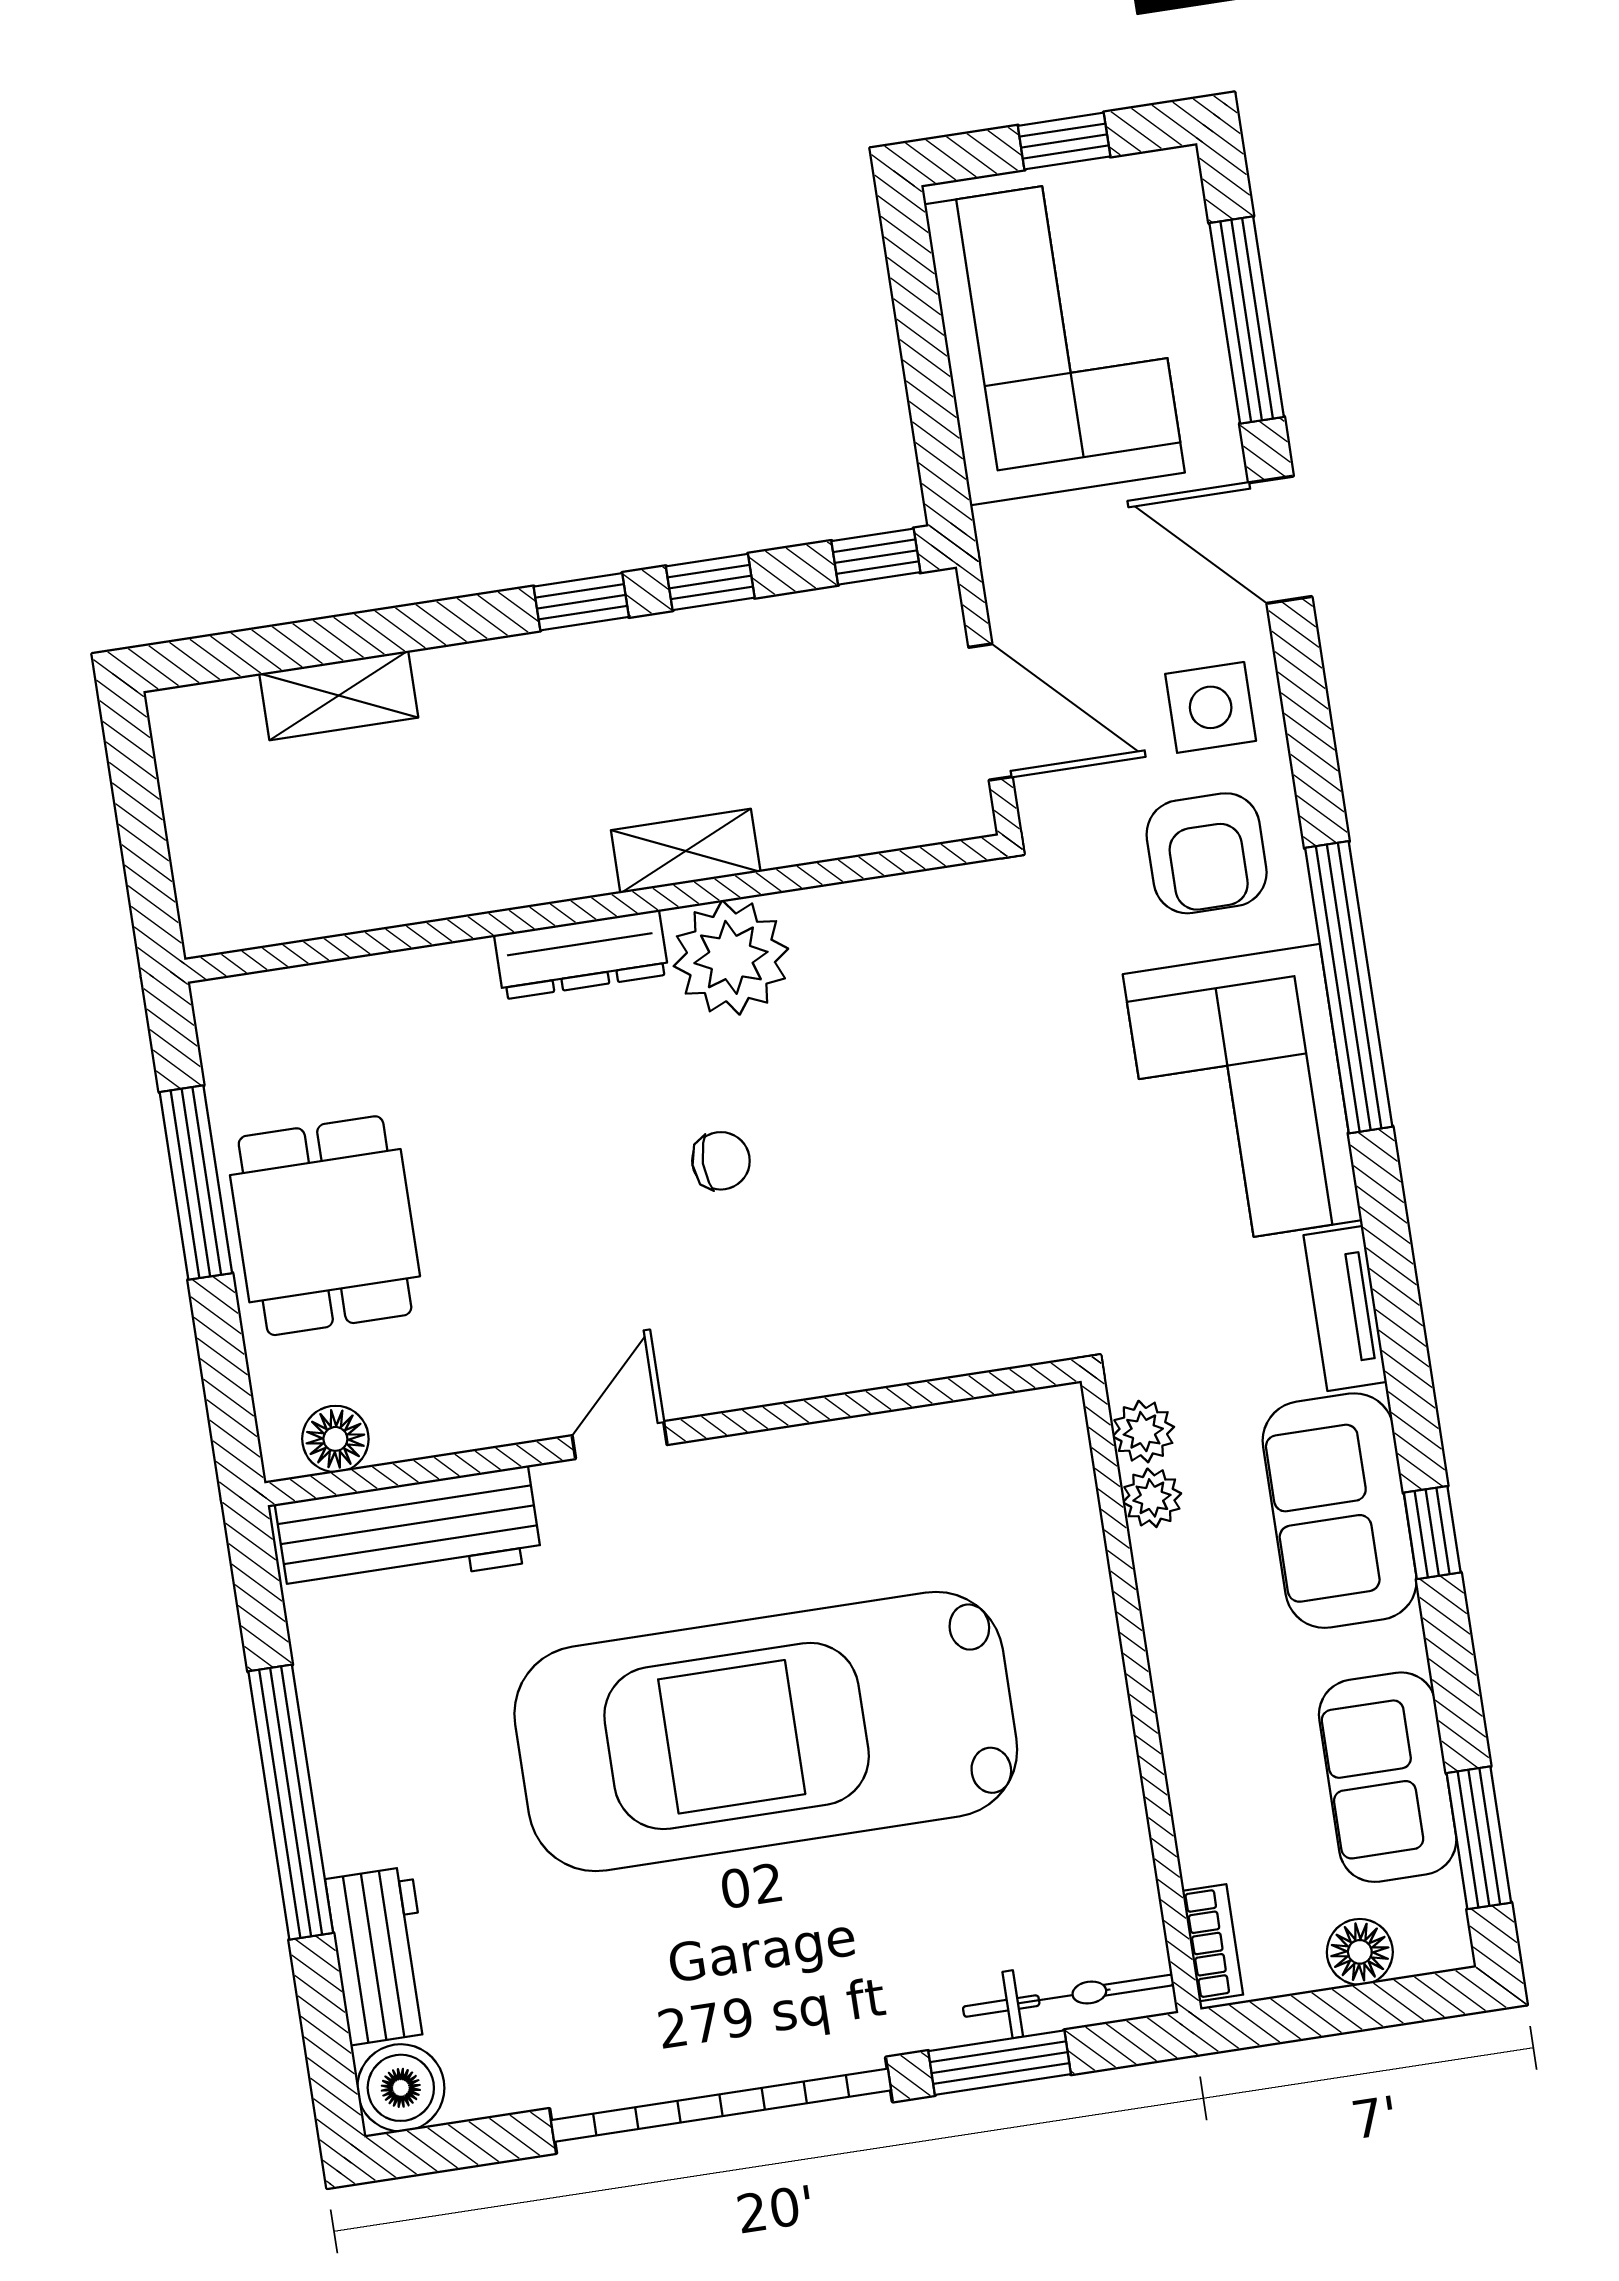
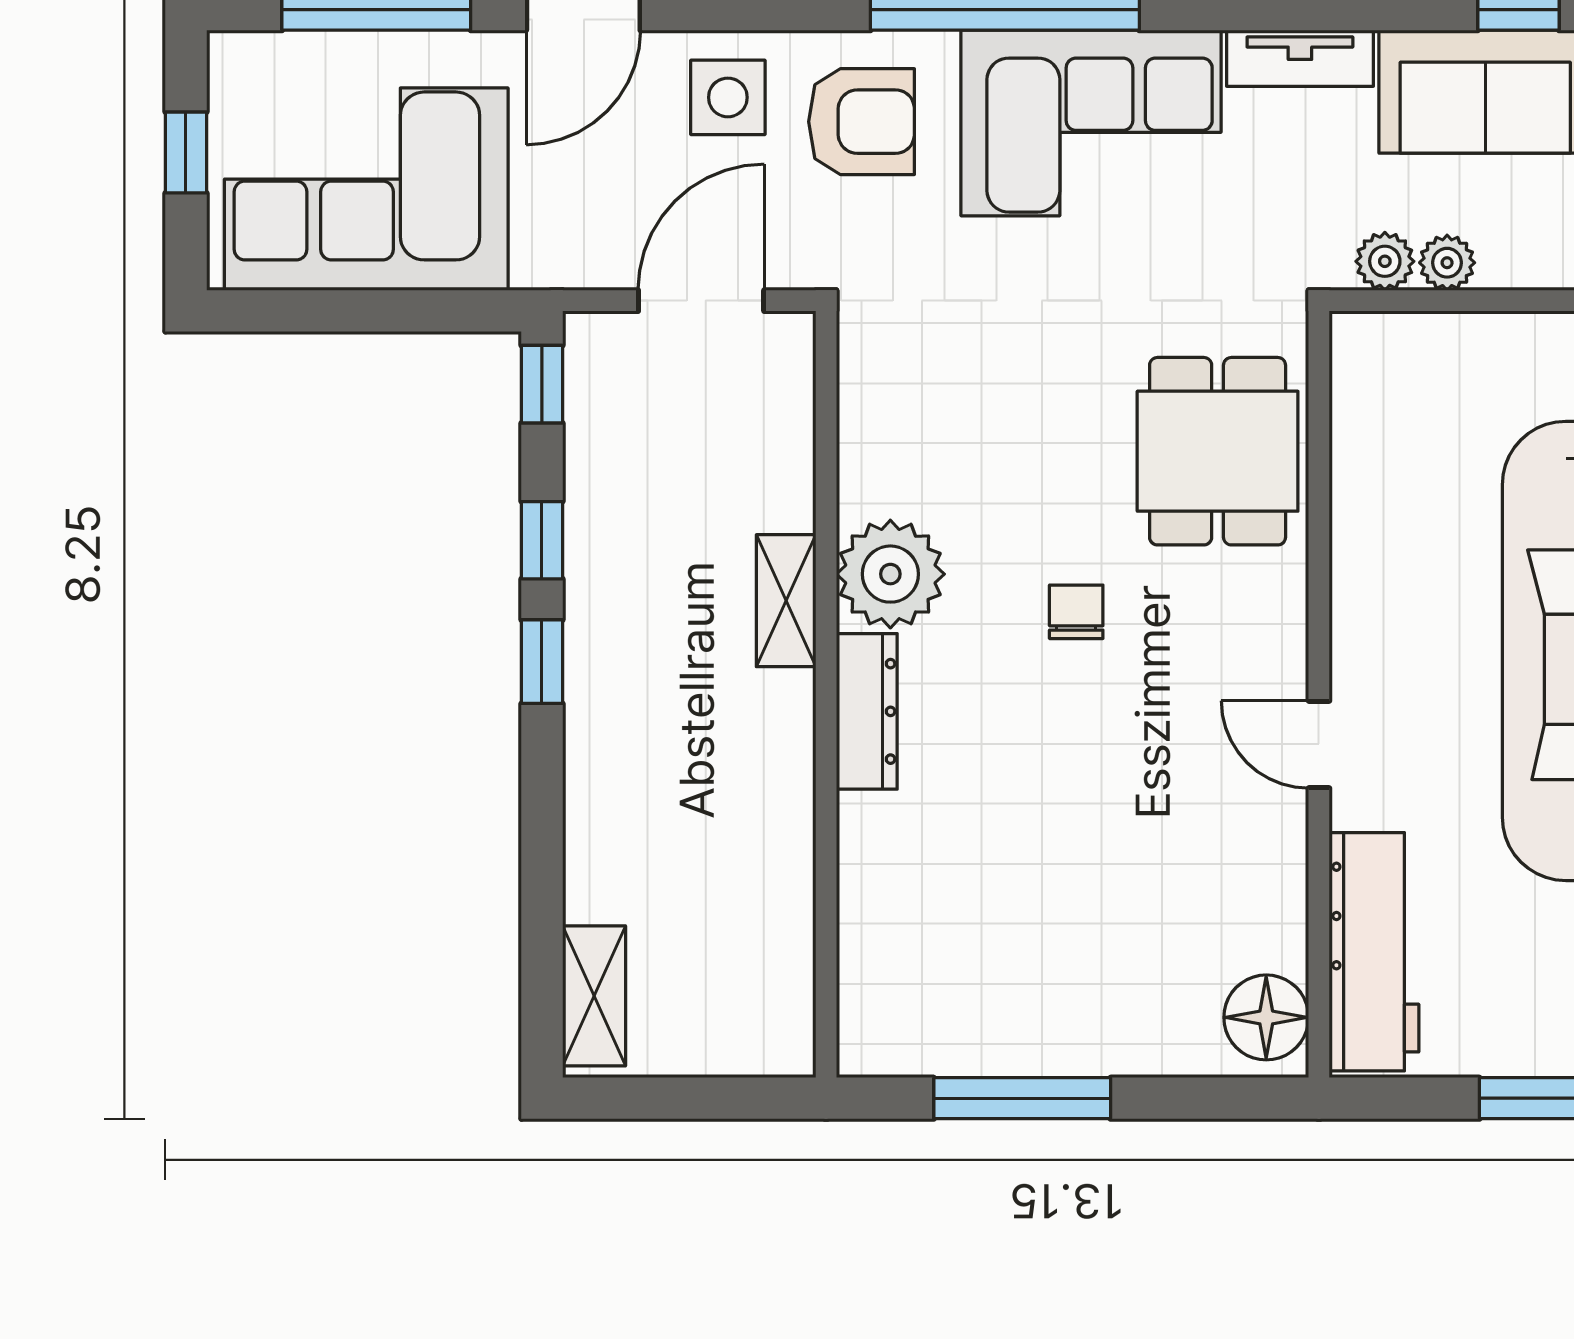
shelving: (339, 695) -> (594, 996), moved
dining table: (325, 1226) -> (1218, 451), moved, turned 90
floor lamp: (335, 1439) -> (1266, 1017), width x1.38, depth x1.38

